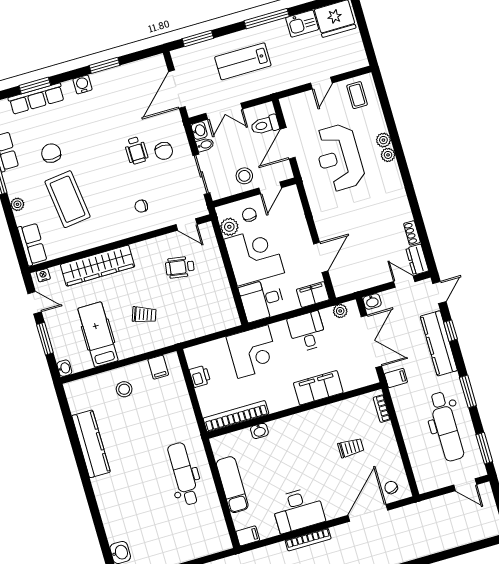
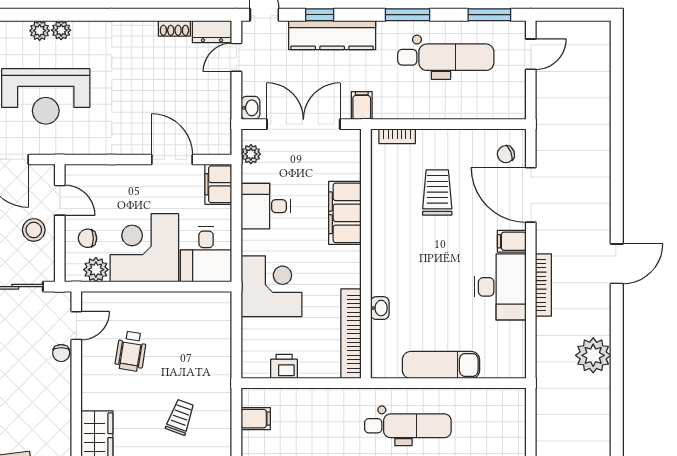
chair: (141, 206) -> (61, 353), moved
trolley: (351, 448) -> (437, 193), width x1.36, depth x1.39
dental chair: (184, 474) -> (408, 426), turned 180
filing cabinet: (248, 536) -> (512, 241), moved, turned -90

